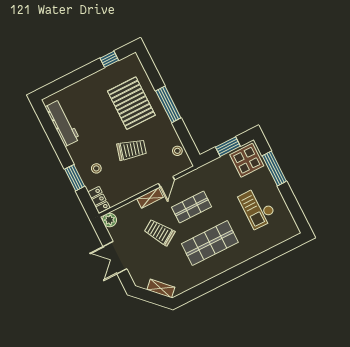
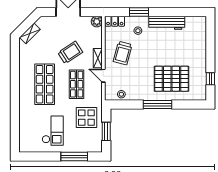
workbench: (62, 123) -> (167, 23), moved
trolley: (131, 150) -> (123, 53), moved
display table: (247, 160) -> (86, 118), moved
checkout: (257, 208) -> (53, 131), turned 90

